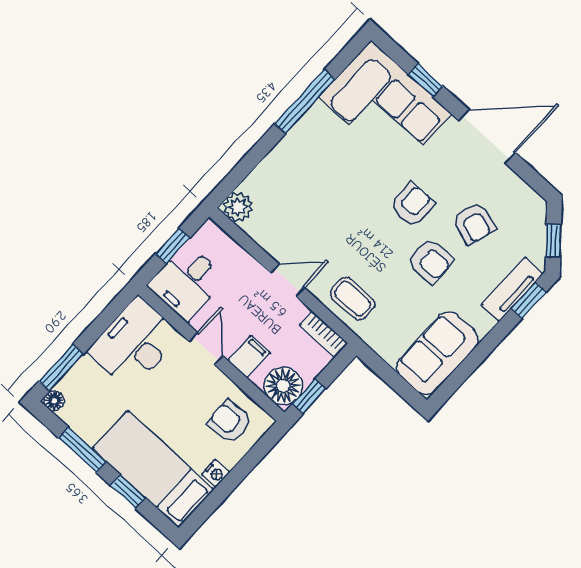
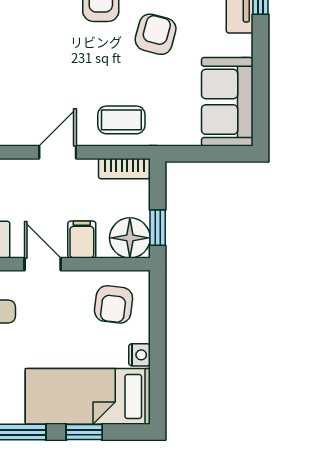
armchair: (431, 261) -> (156, 34), turned -75
armchair: (230, 422) -> (114, 304), turned -80

